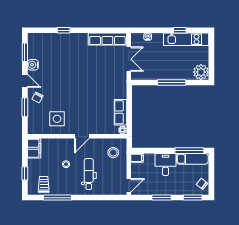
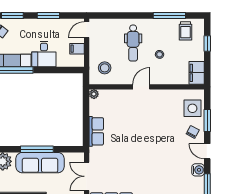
sofa: (169, 71) -> (40, 163), added
row of seats: (120, 112) -> (96, 131), moved
side table: (57, 119) -> (192, 108), moved
filing cabinet: (137, 158) -> (77, 49), moved

